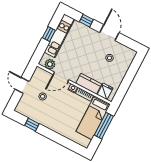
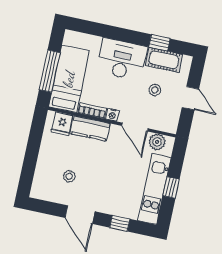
door: (61, 77) -> (135, 127), swing flipped
cot: (32, 113) -> (164, 60), added
desk: (58, 121) -> (122, 59), added

